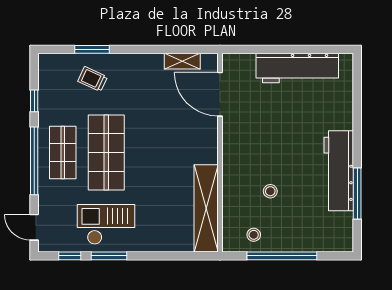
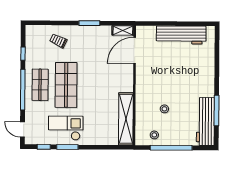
window: (92, 49) -> (89, 23), moved
shelving: (182, 61) -> (123, 30), moved
door: (220, 94) -> (135, 50), hinge flipped
workbench: (339, 171) -> (205, 122), moved

